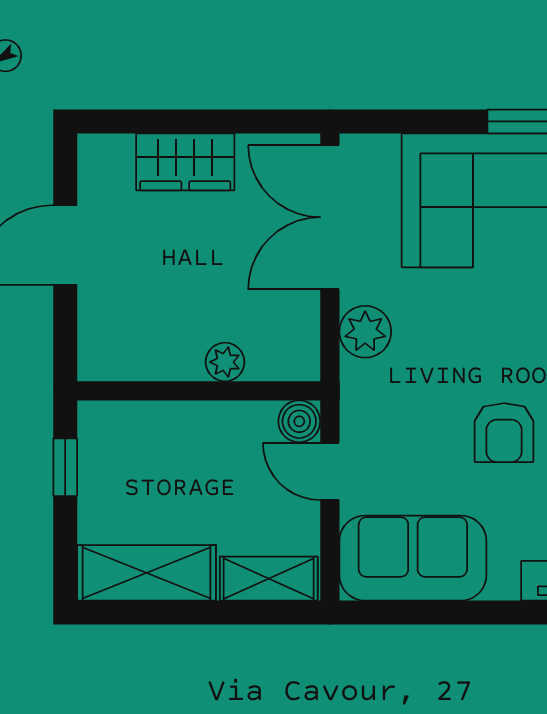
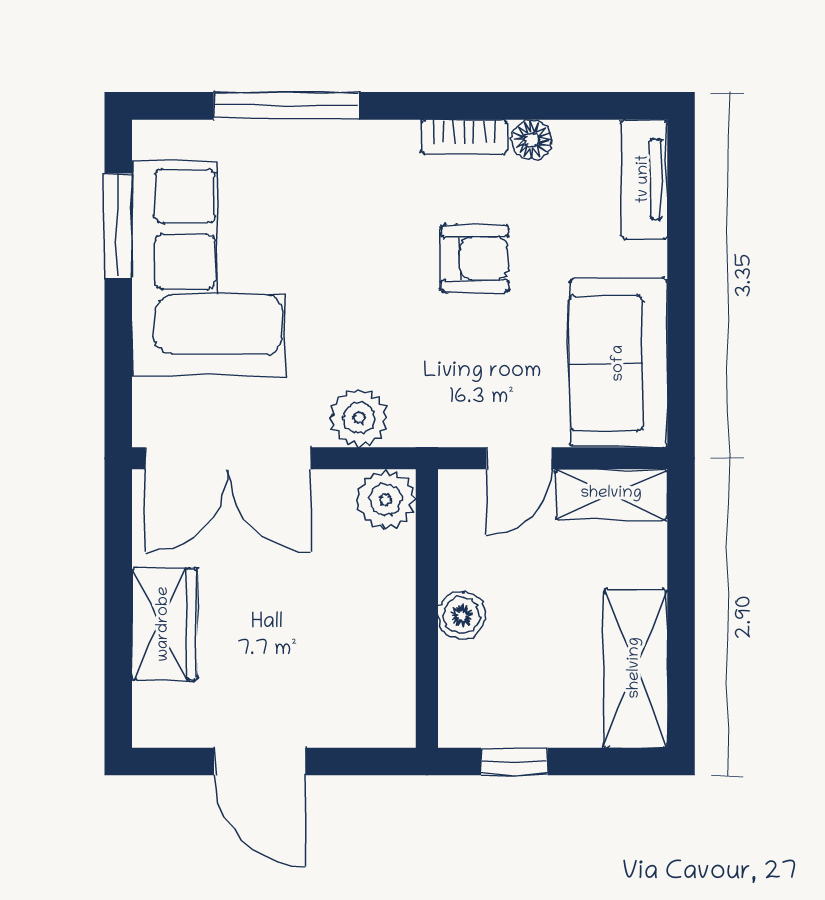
plant: (225, 362) -> (386, 500), moved, width x1.38, depth x1.38
boiler: (299, 421) -> (462, 615), moved
shelving: (269, 579) -> (611, 494), moved, turned 90

